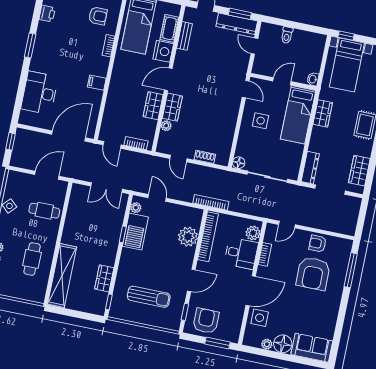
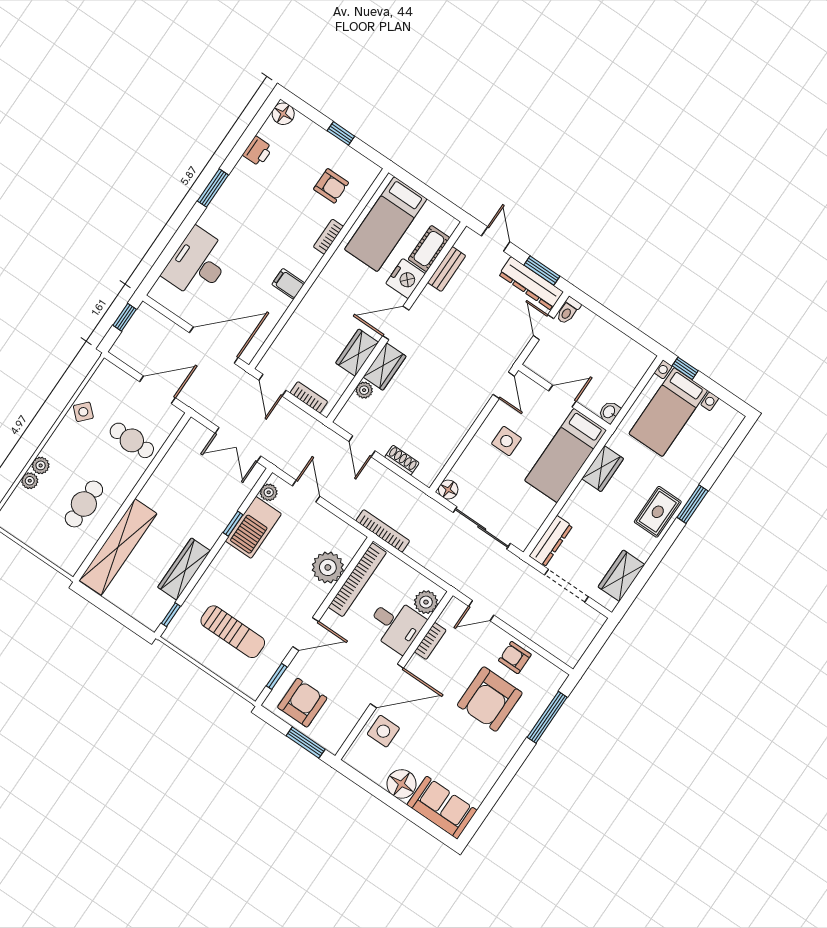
toilet: (287, 35) -> (568, 311), moved
wardrobe: (104, 278) -> (184, 569), width x1.50
plant: (267, 344) -> (378, 775), removed

